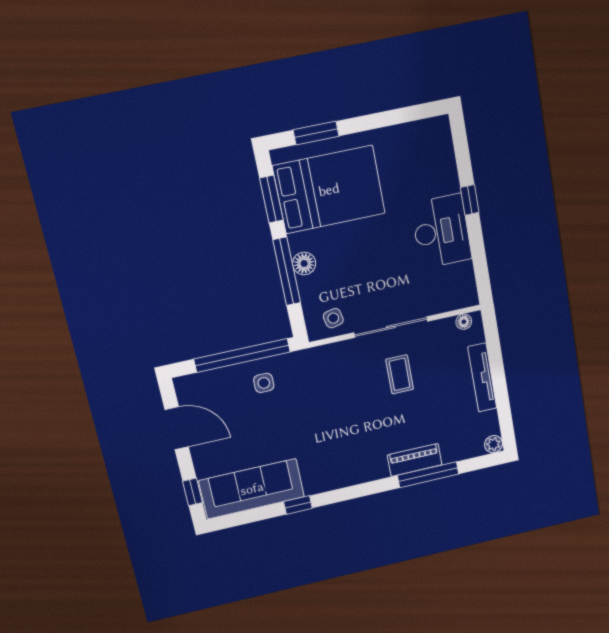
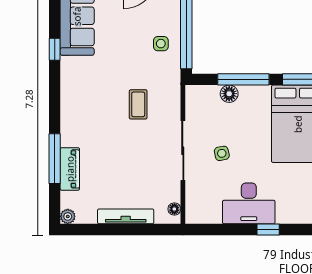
floor lamp: (304, 263) -> (229, 94), moved
side table: (333, 318) -> (222, 153), moved
coffee table: (400, 374) -> (138, 104), moved, turned 90
piano: (415, 460) -> (70, 169), moved

